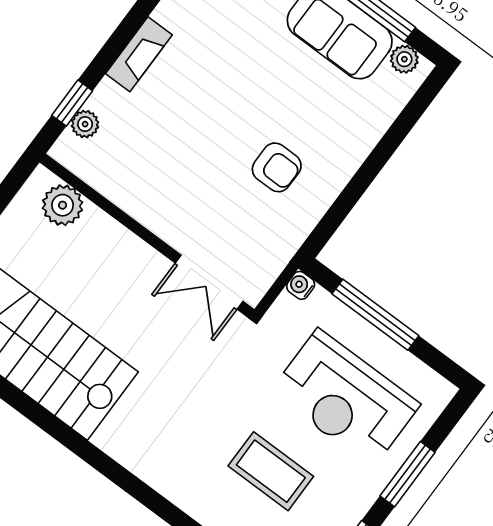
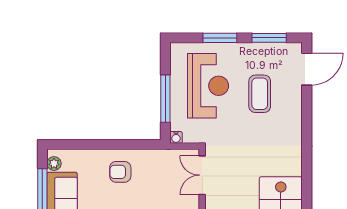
armchair: (277, 167) -> (120, 172), moved, turned -90
double door: (209, 282) -> (202, 175), swing flipped

